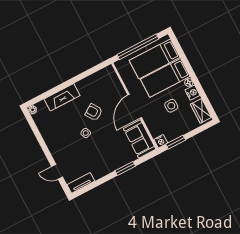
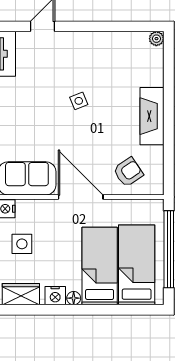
fireplace: (62, 97) -> (152, 116), moved
side table: (171, 106) -> (22, 244), moved
armchair: (94, 112) -> (128, 172), moved

